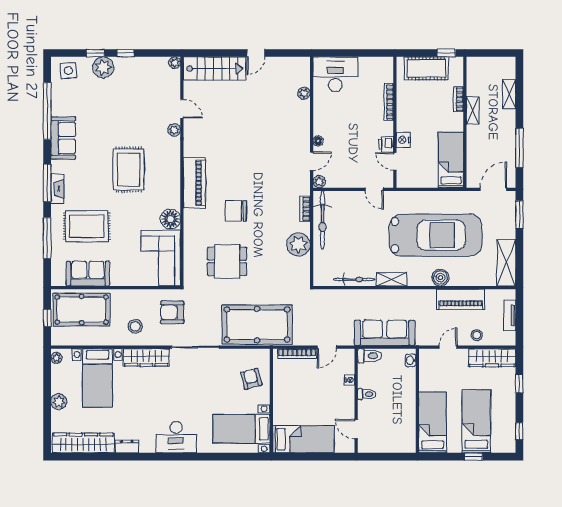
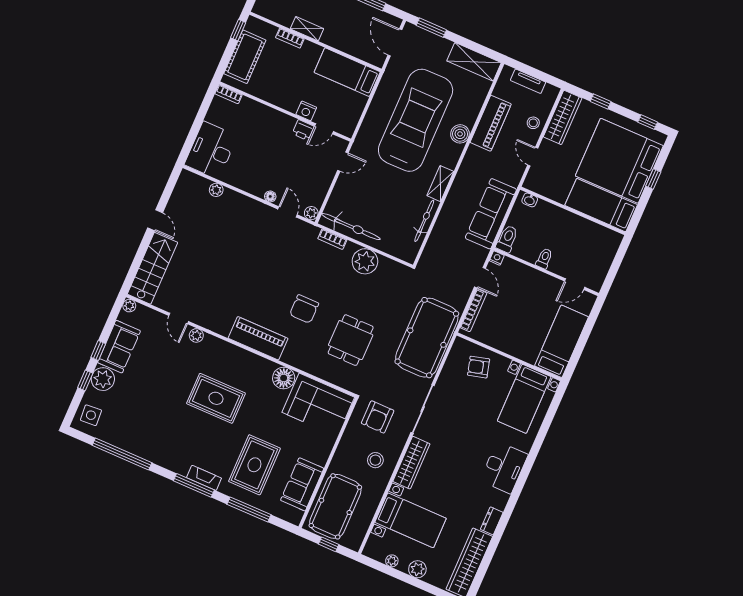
bookcase: (389, 102) -> (229, 94), moved, width x0.64
door: (182, 109) -> (179, 318), swing flipped
sofa: (63, 138) -> (119, 347), moved, turned 90
plant: (56, 358) -> (392, 561), moved
nightstand: (350, 380) -> (497, 258), moved
bed: (476, 421) -> (619, 161), width x2.04

